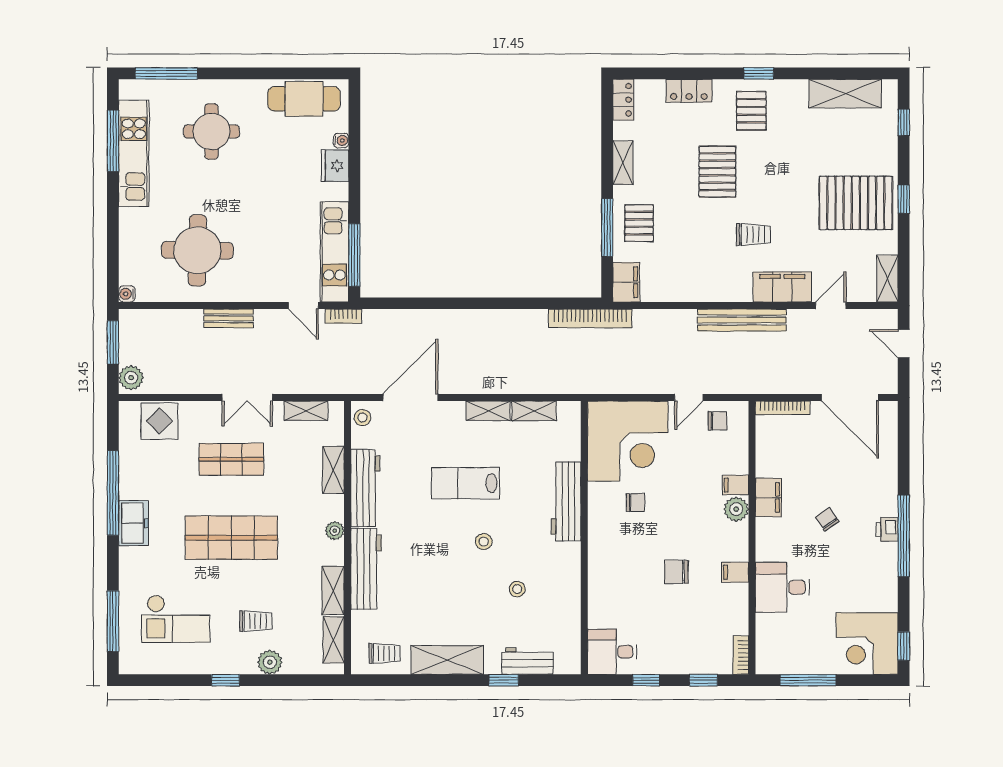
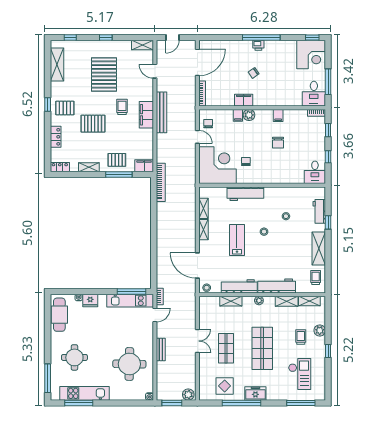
pallet: (856, 203) -> (104, 75), moved
filing cabinet: (782, 287) -> (146, 115), moved
shelving: (306, 411) -> (204, 314), removed
display table: (159, 421) -> (225, 386), moved
lab bench: (466, 483) -> (237, 240), turned 180
desk: (782, 587) -> (314, 94), moved

